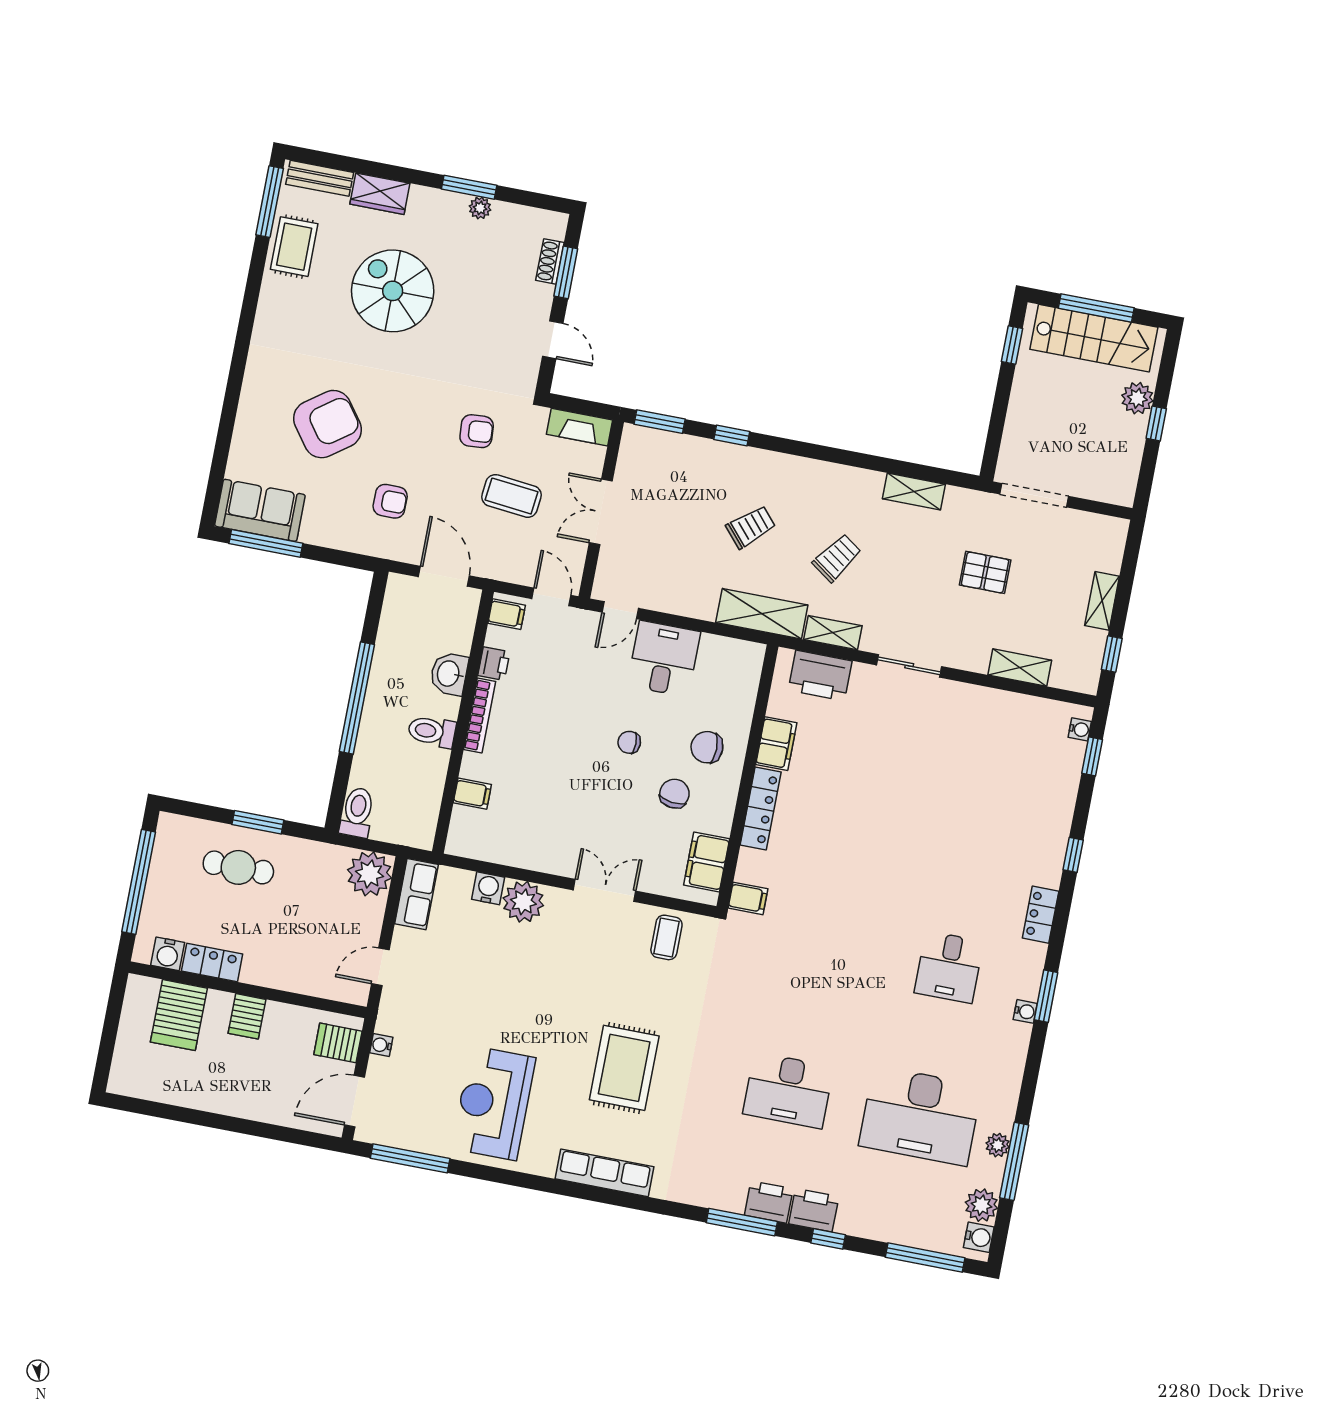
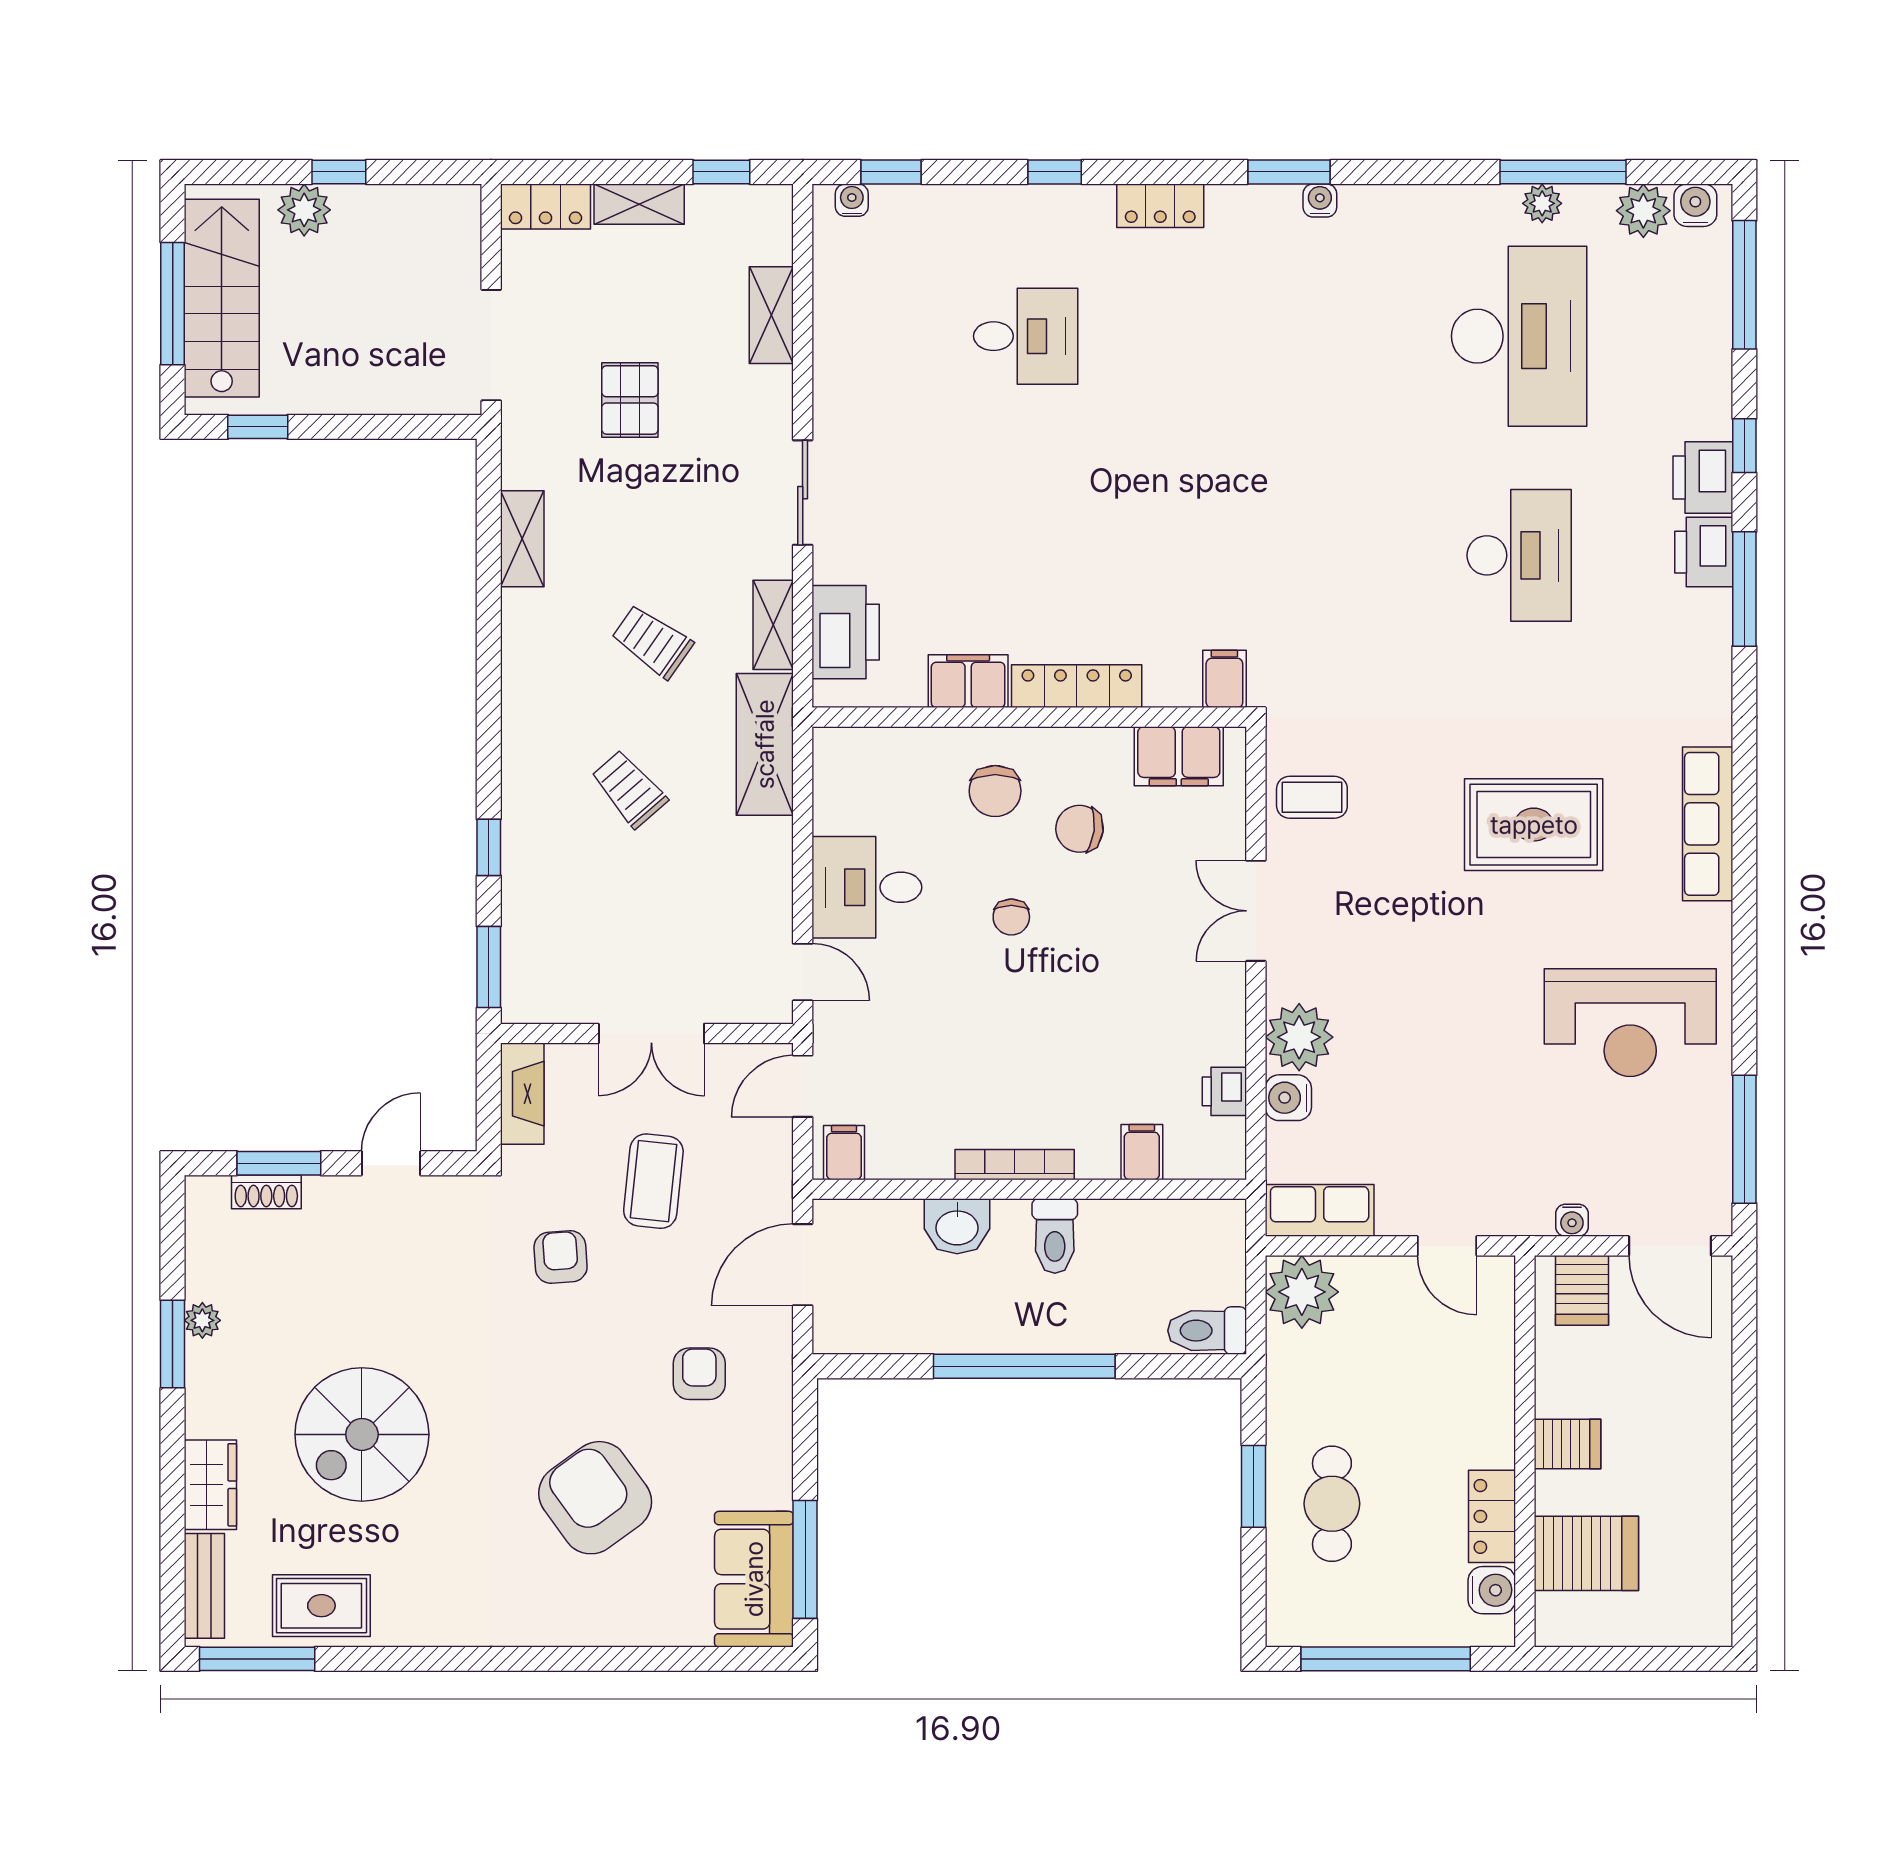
locker: (1111, 544) -> (545, 206), added
printer: (494, 664) -> (1224, 1091), moved, turned -90
desk: (949, 967) -> (1026, 336), moved

